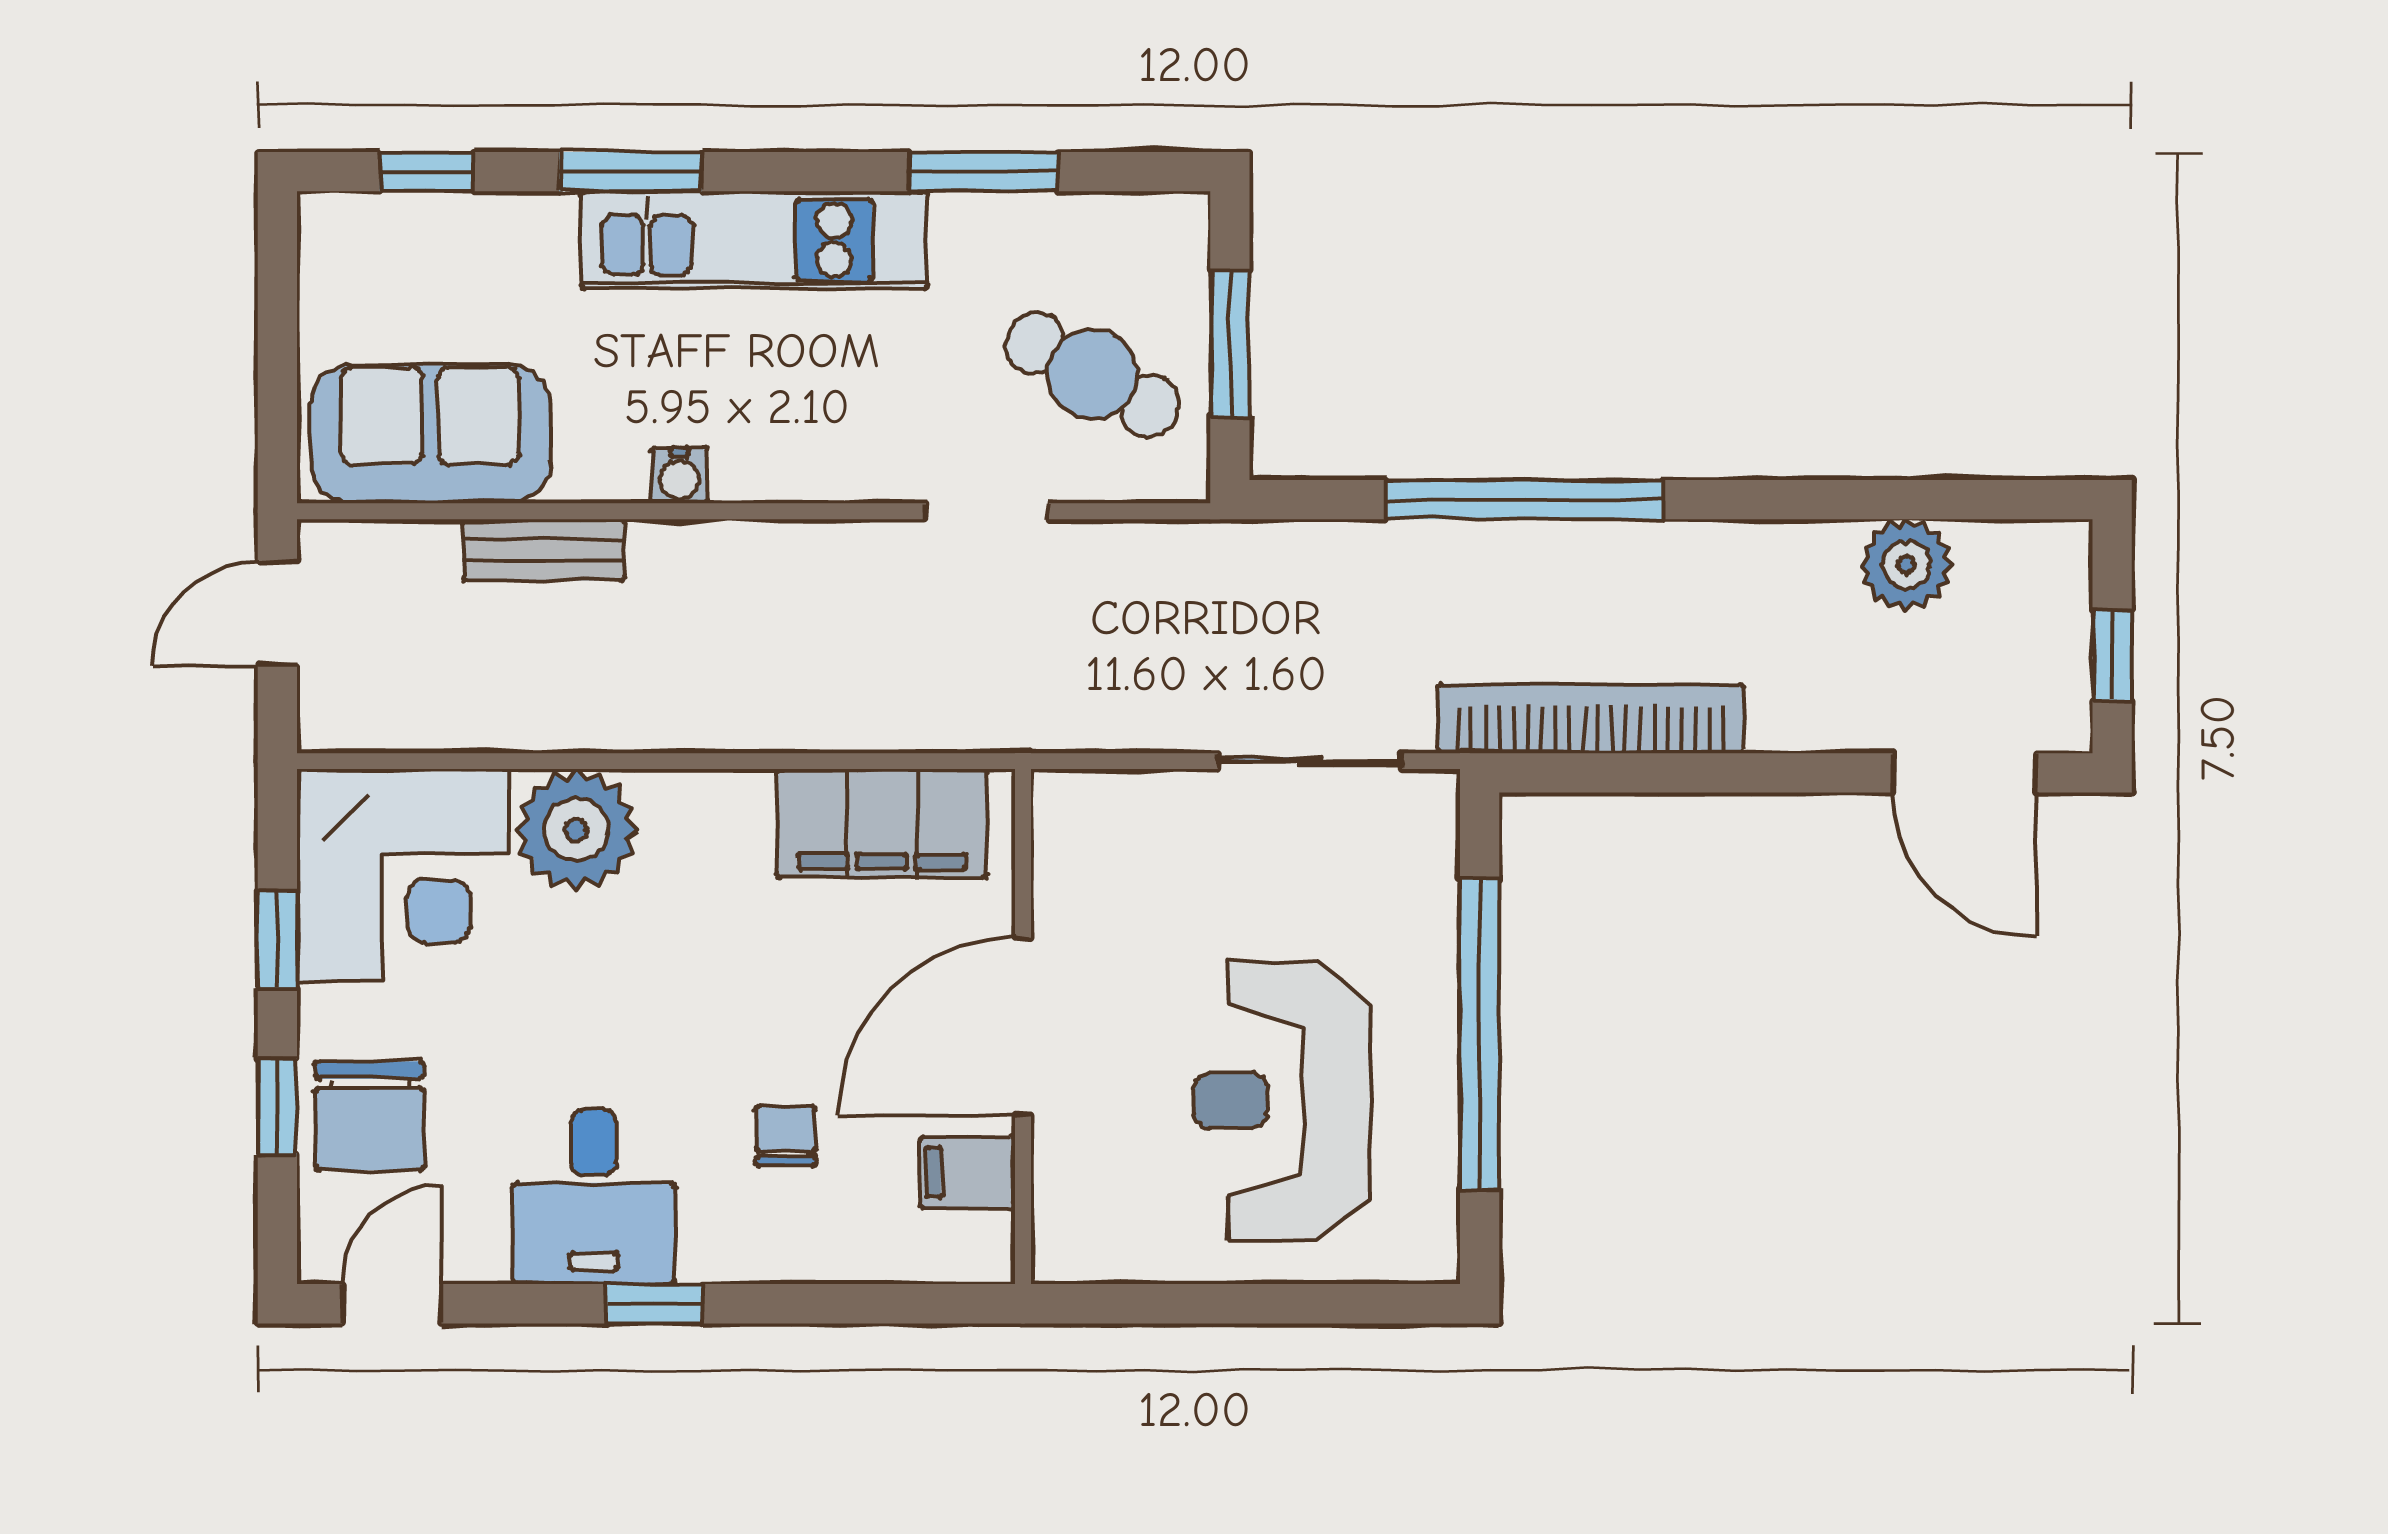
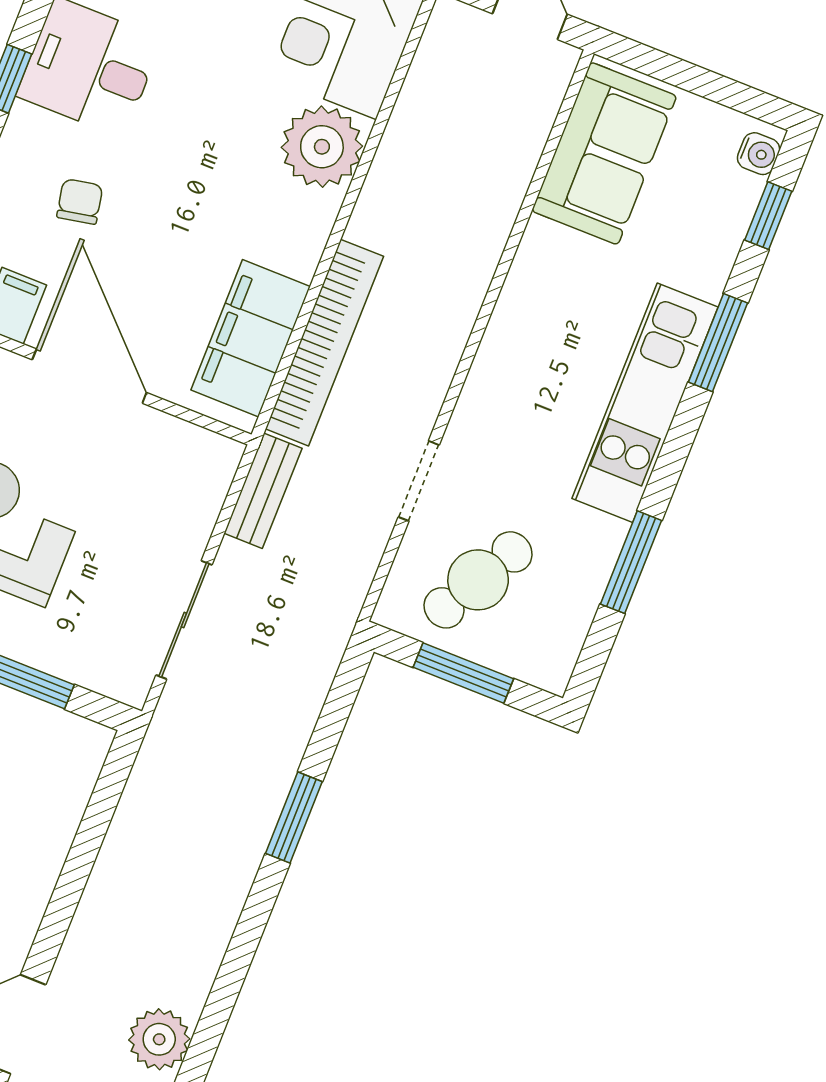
water cooler: (679, 475) -> (759, 154), moved, turned 180
window: (1524, 500) -> (294, 818), width x0.47
bench: (544, 550) -> (263, 491), moved
bookcase: (1591, 719) -> (324, 343), moved
chair: (786, 1136) -> (80, 202), turned -101

